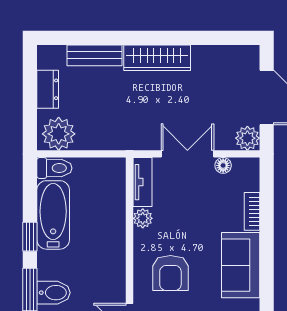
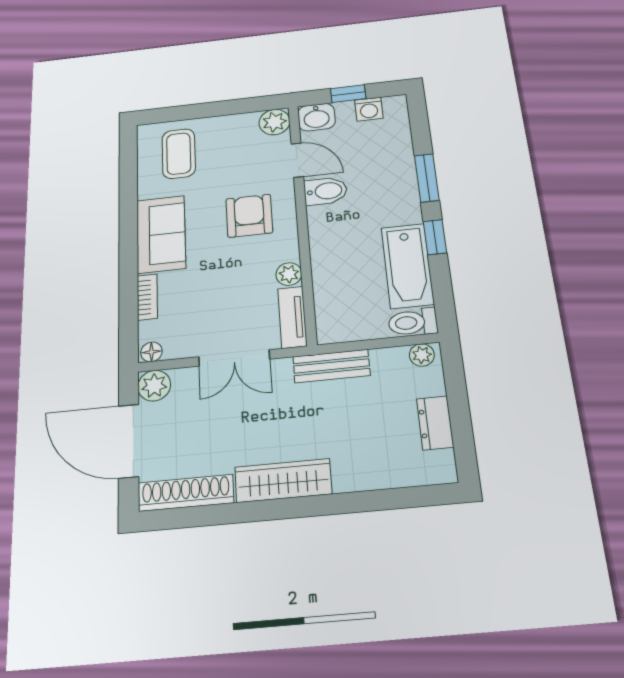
bench: (95, 55) -> (331, 366), moved
shoe rack: (226, 55) -> (186, 493), added
plant: (59, 134) -> (422, 355), width x0.53, depth x0.53
floor lamp: (223, 165) -> (151, 352), moved
bidet: (54, 293) -> (326, 191), moved, turned 180

